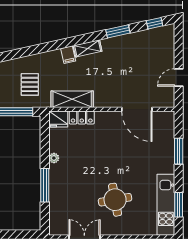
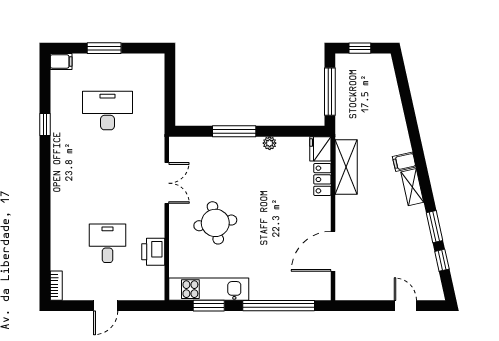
window: (155, 23) -> (442, 260), moved
door: (179, 77) -> (405, 306), moved
pallet: (30, 84) -> (365, 112), removed
window: (179, 151) -> (279, 306), width x2.11

